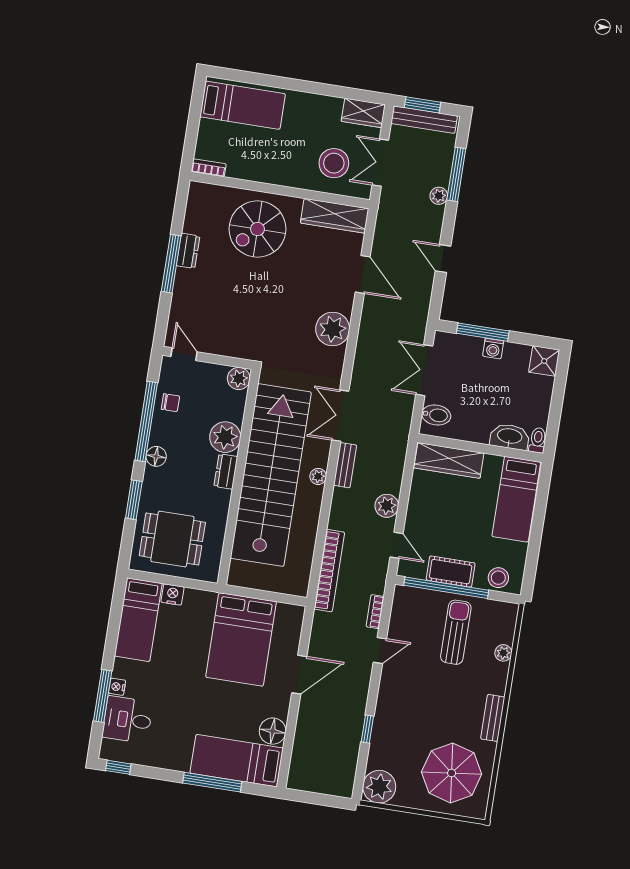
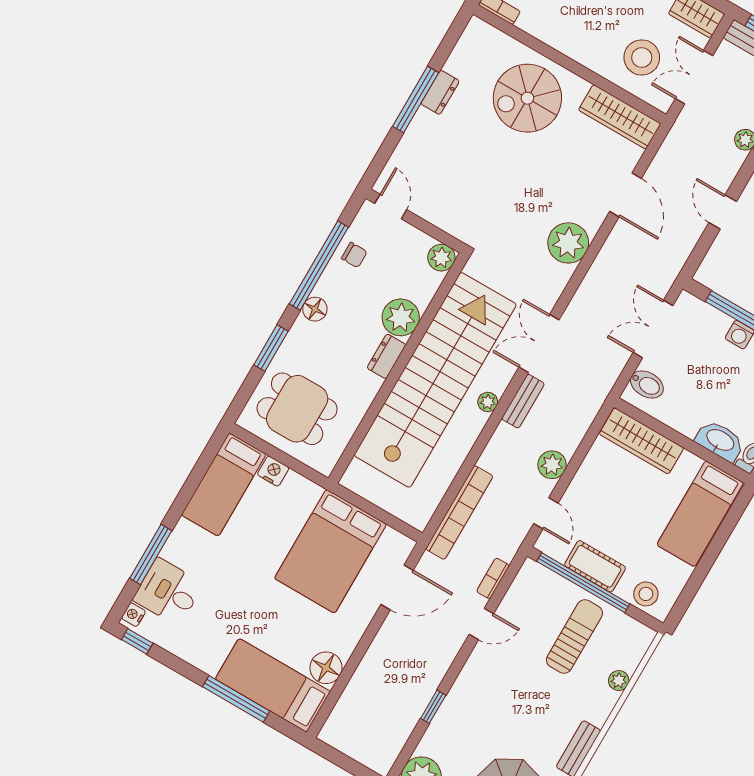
door: (299, 675) -> (397, 587), moved
nightstand: (117, 687) -> (134, 615), moved

